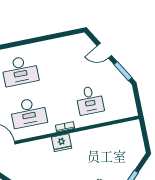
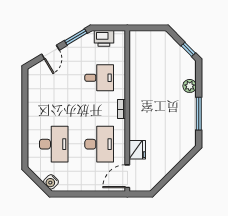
printer: (127, 97) -> (104, 38), added
fridge: (62, 143) -> (137, 150), moved

